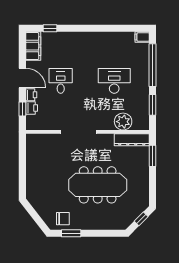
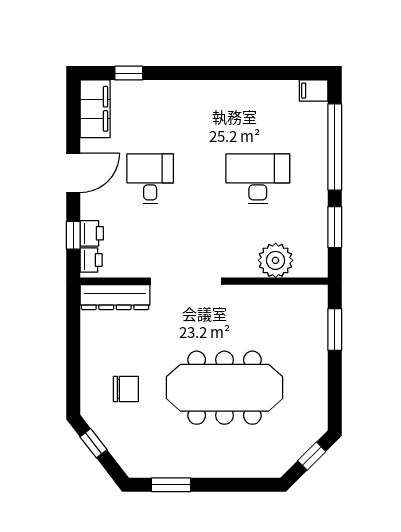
door: (22, 78) -> (73, 173), hinge flipped
printer: (31, 95) -> (91, 260), moved
dresser: (132, 140) -> (115, 297), moved
window: (32, 213) -> (93, 443), added
chair: (63, 219) -> (126, 389), moved

